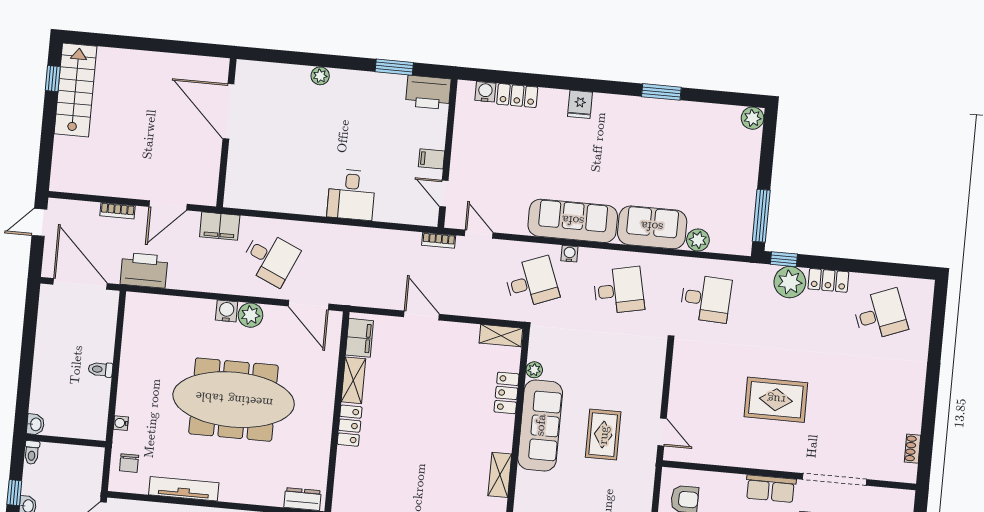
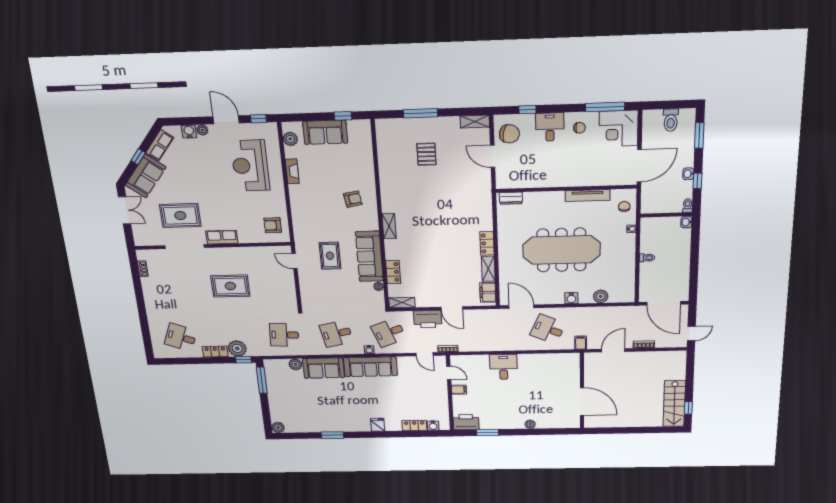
filing cabinet: (220, 226) -> (581, 343), width x0.50
printer: (144, 270) -> (428, 319), moved
plant: (250, 315) -> (601, 296), moved
desk: (880, 315) -> (181, 337), turned 42

